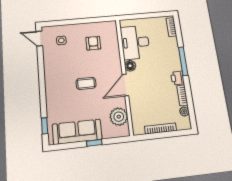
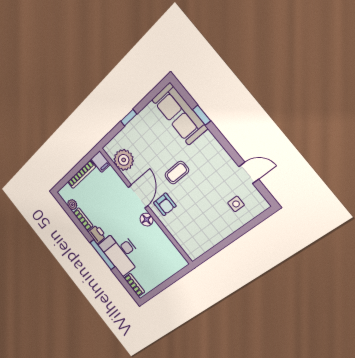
door: (39, 39) -> (249, 173), moved
desk: (135, 42) -> (121, 252), moved, turned 180
armchair: (93, 43) -> (165, 204), moved
window: (45, 126) -> (202, 115), moved
filing cabinet: (138, 127) -> (101, 162), added
sofa: (77, 132) -> (179, 114), moved, turned 90

